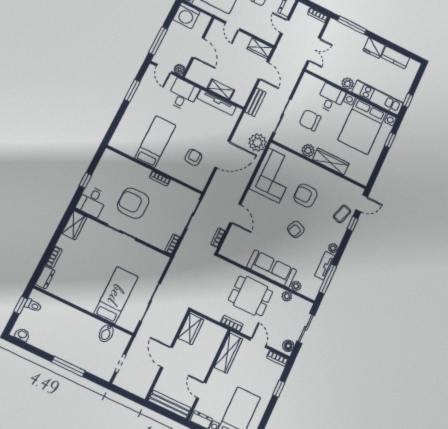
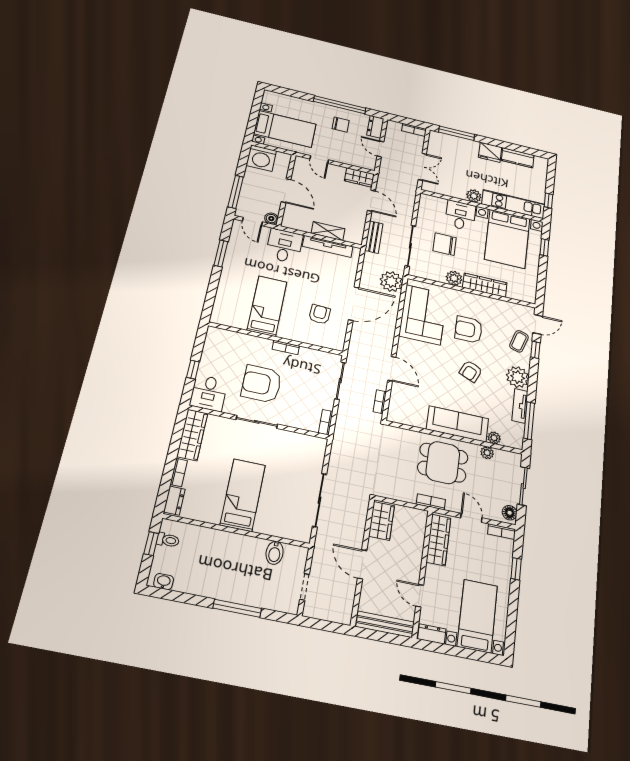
wardrobe: (74, 225) -> (192, 435), width x1.50
plant: (333, 248) -> (518, 377), width x1.88, depth x1.88
bed: (116, 295) -> (243, 495), moved

